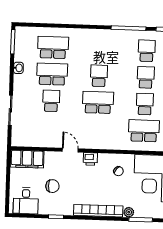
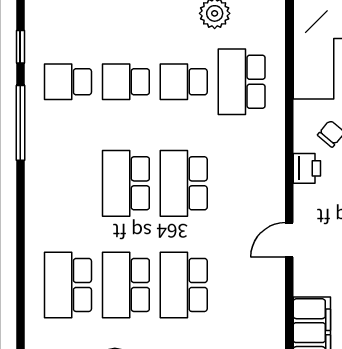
school desk: (99, 76) -> (126, 183), width x1.85
school desk: (51, 101) -> (184, 285), width x1.85
printer: (90, 159) -> (307, 168), moved

